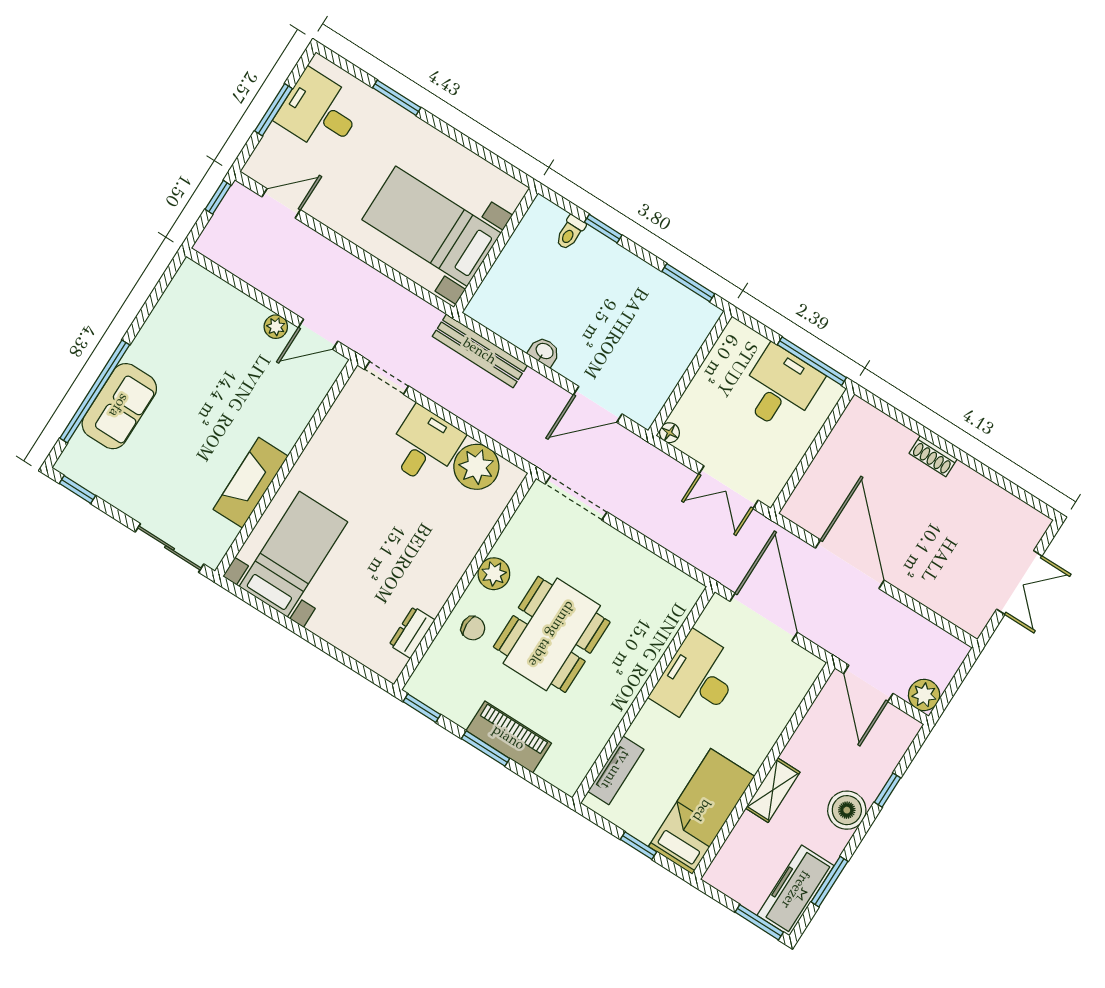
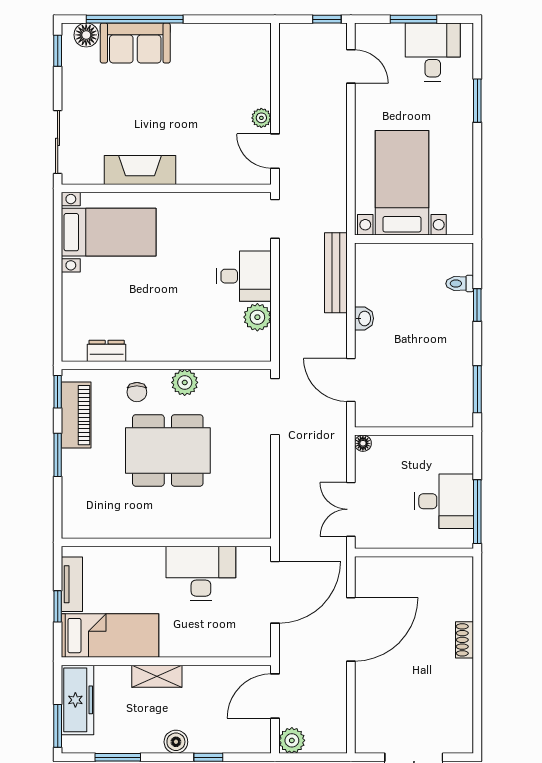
floor lamp: (80, 450) -> (86, 35), added
plant: (476, 467) -> (257, 317), width x0.73, depth x0.73
piano: (509, 737) -> (76, 415), moved
tv unit: (616, 770) -> (72, 584), moved, turned -90
boiler: (847, 810) -> (176, 742), width x0.73, depth x0.73
freezer: (796, 890) -> (78, 700), moved, turned 90

